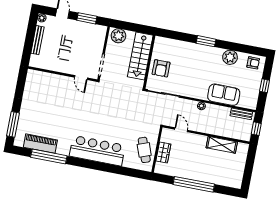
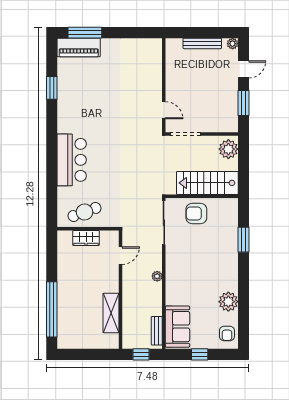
window: (206, 41) -> (243, 240), moved
door: (81, 78) -> (164, 110), swing flipped
sofa: (224, 95) -> (177, 327), moved
piano: (40, 144) -> (79, 47), moved, turned 90
bar counter: (97, 151) -> (72, 160), width x0.73
window: (49, 156) -> (52, 88), width x0.47
window: (194, 184) -> (52, 309), moved

